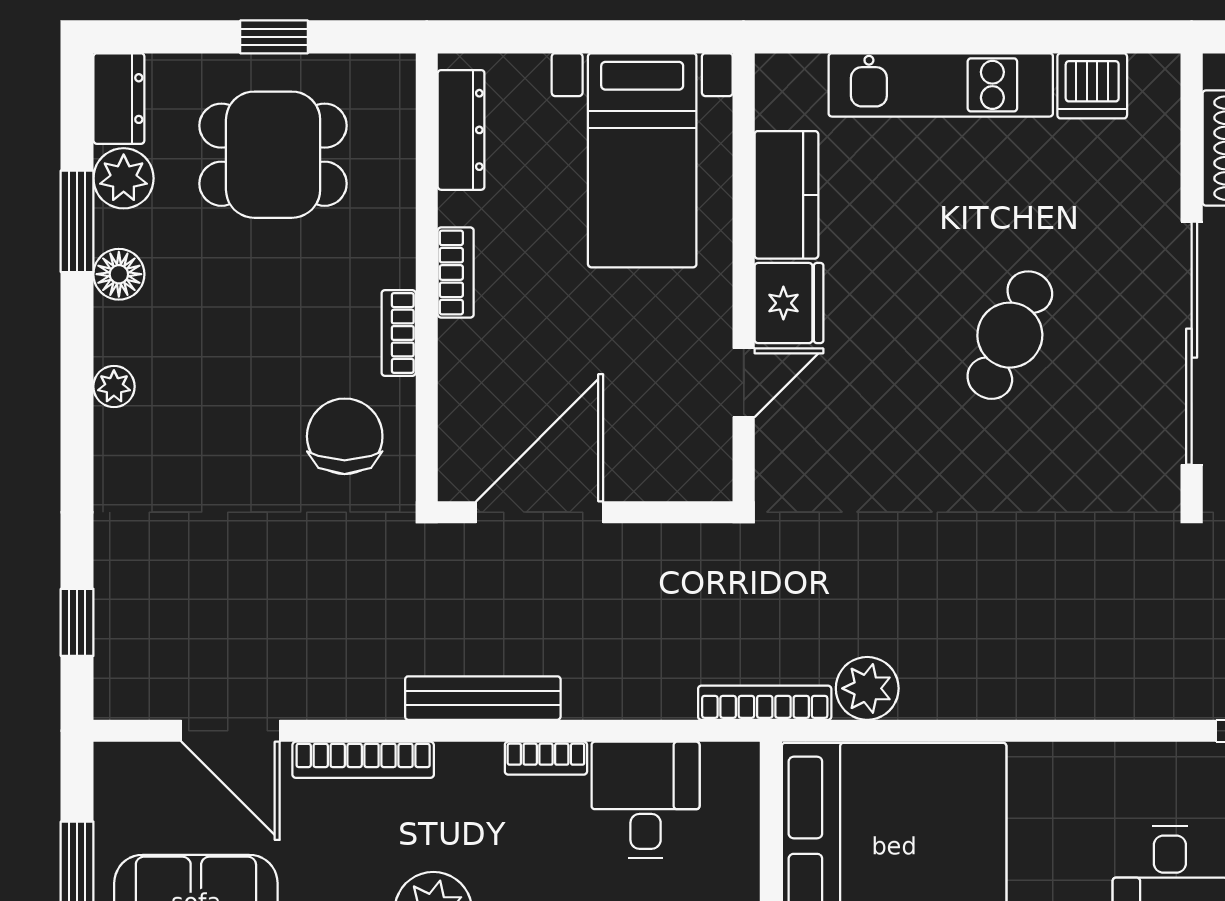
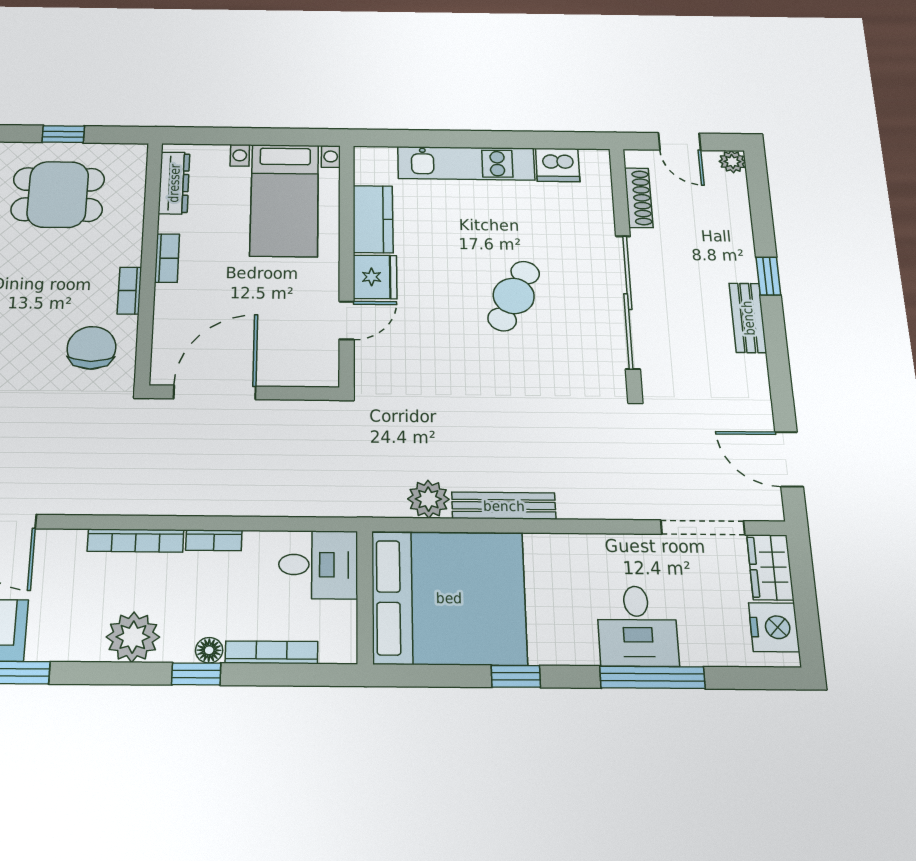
bench: (483, 698) -> (504, 506), moved
bookcase: (765, 703) -> (361, 507), removed
bookcase: (363, 760) -> (136, 541), moved
desk: (646, 800) -> (318, 565), moved, turned 90

